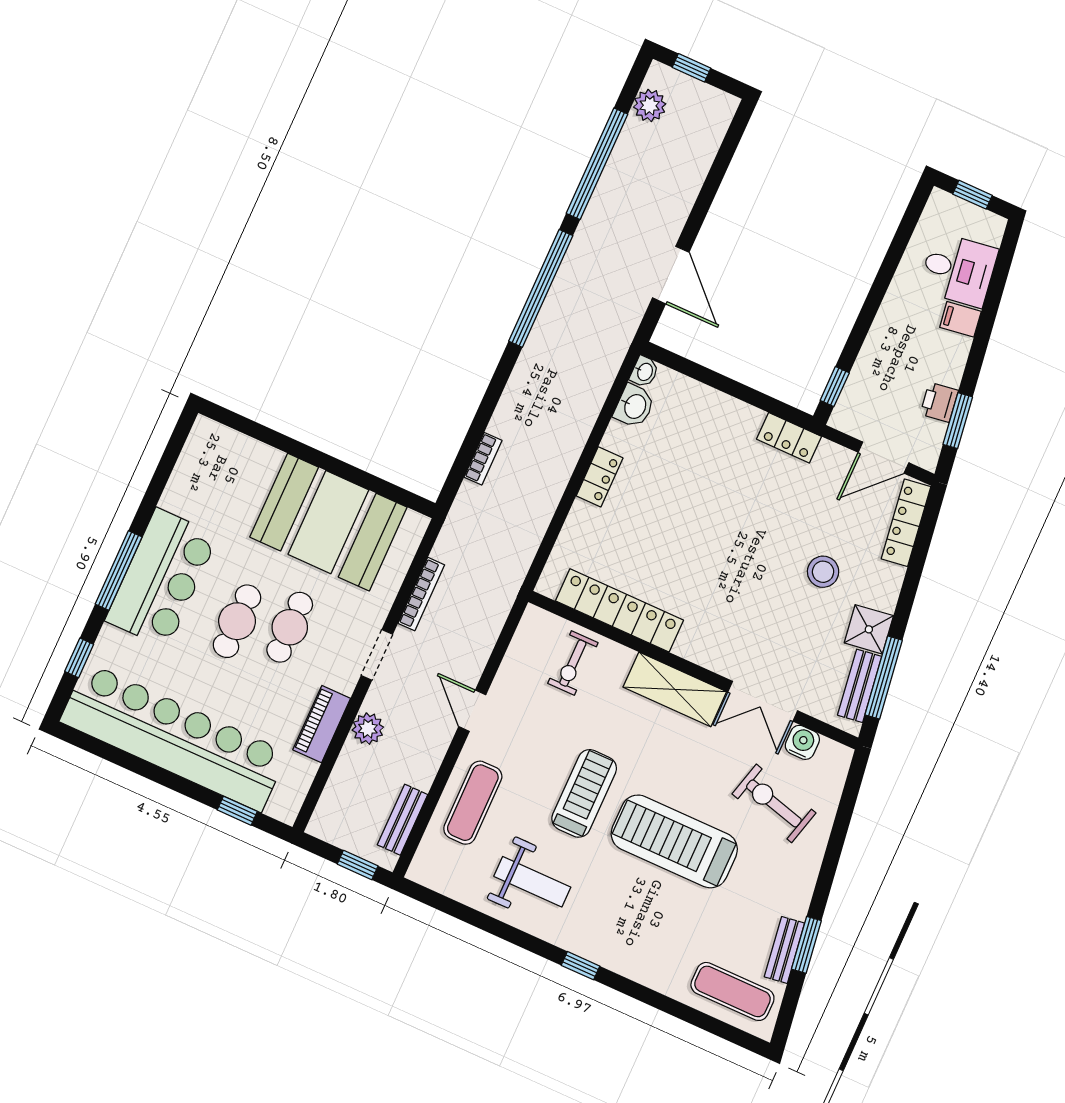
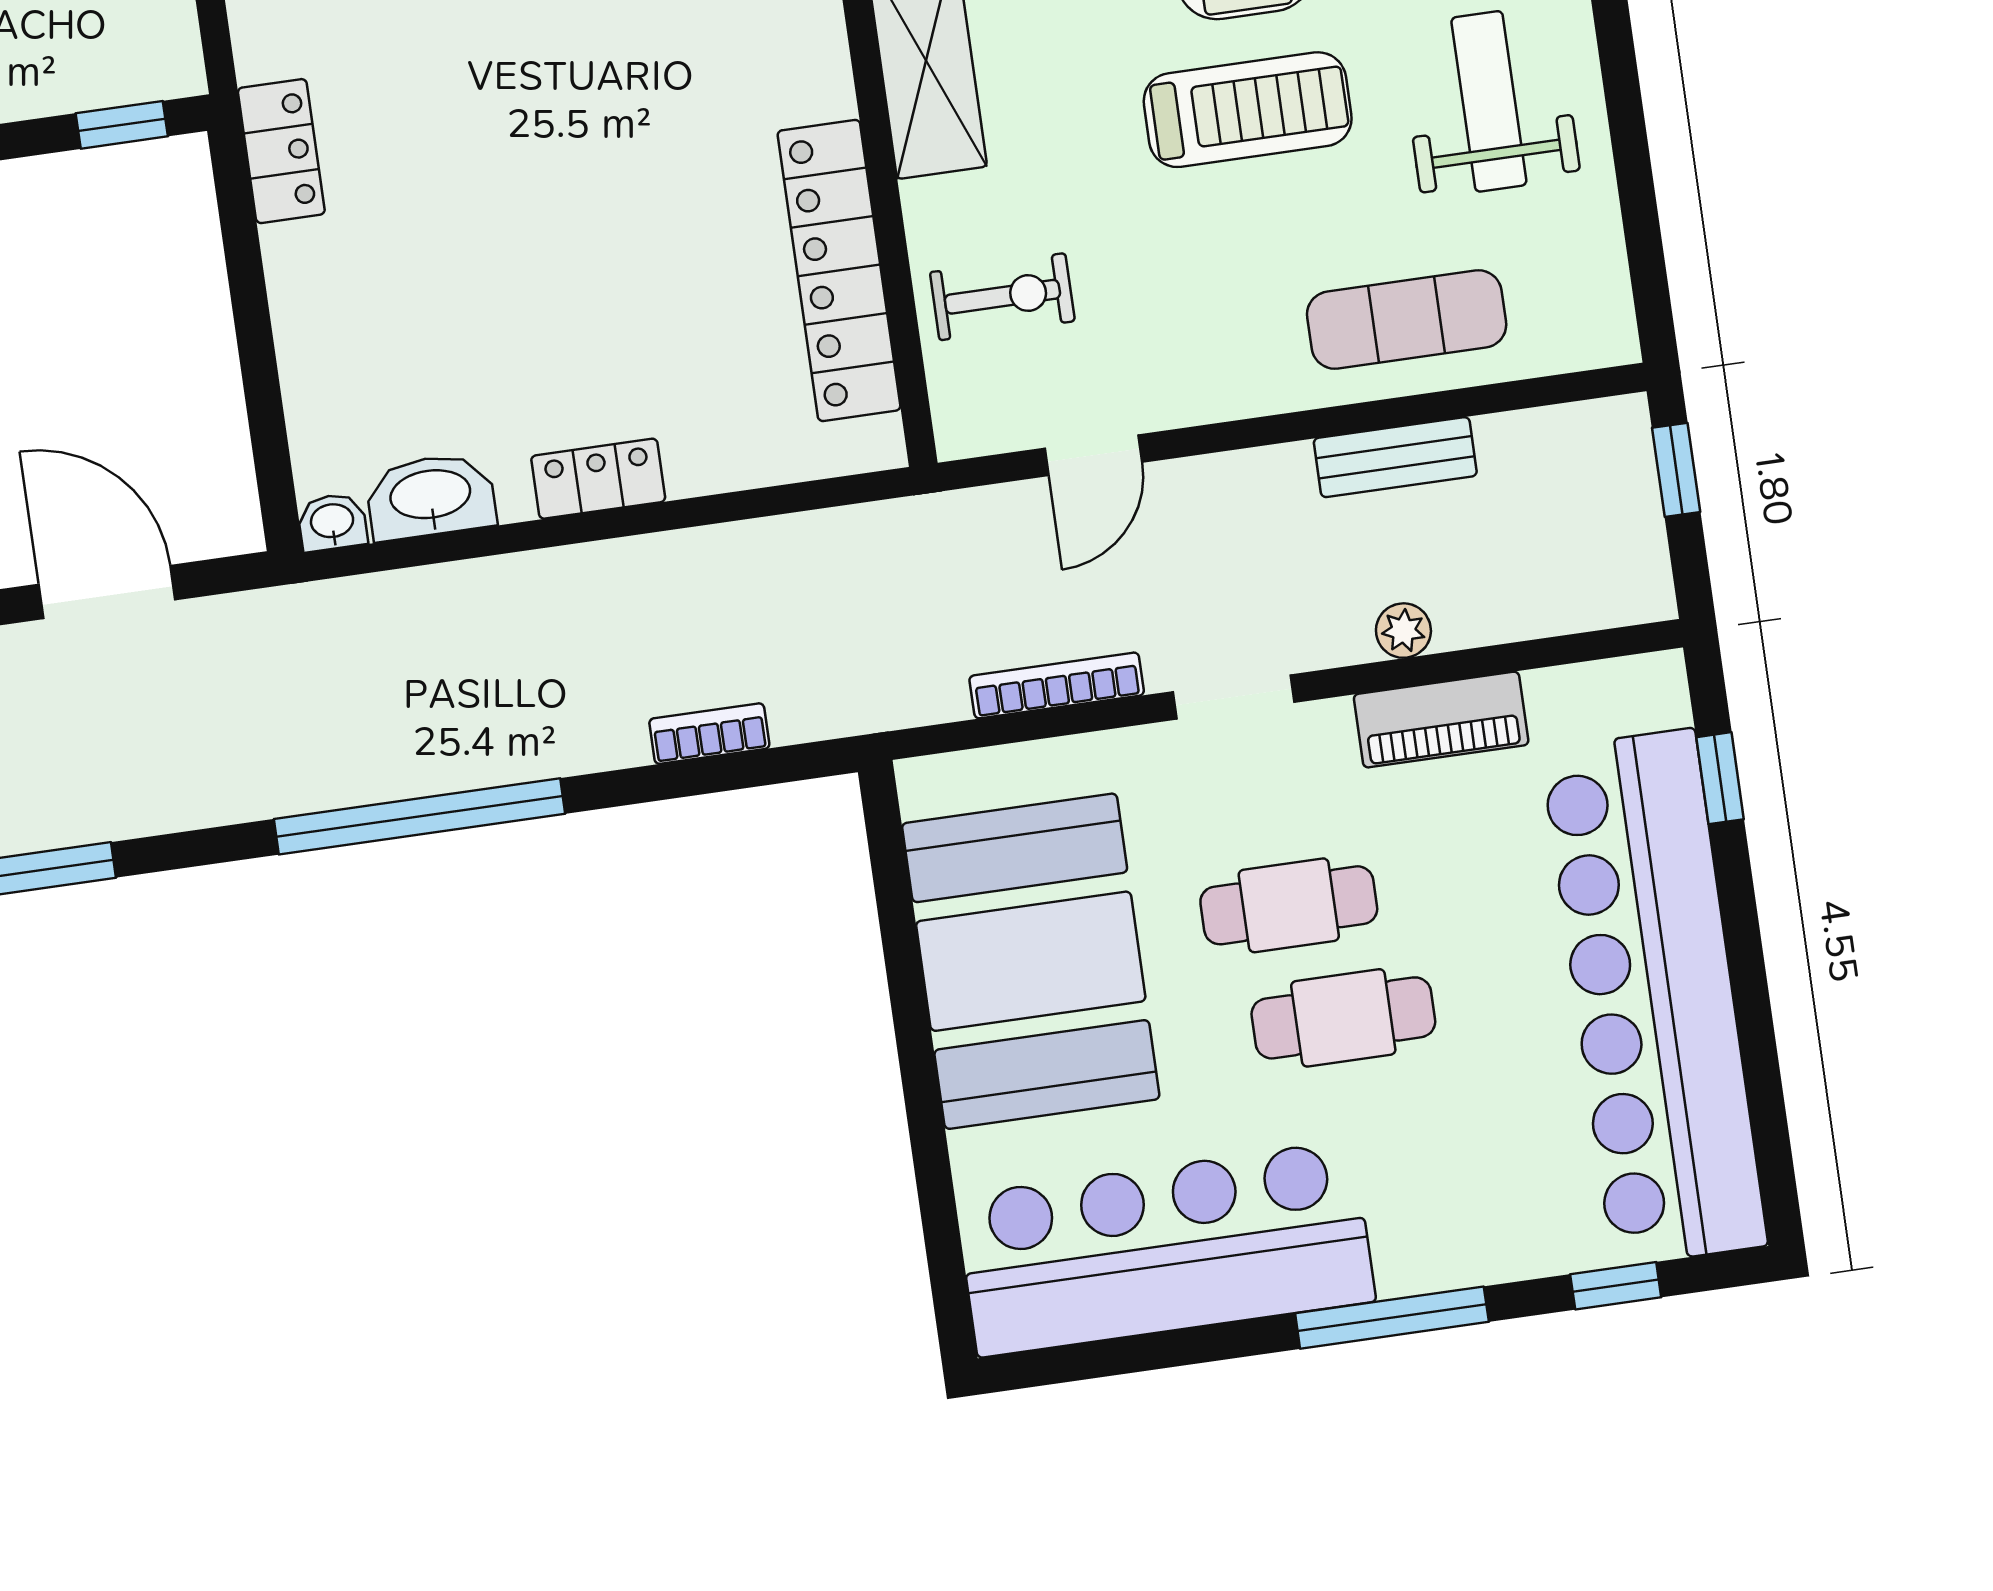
door: (671, 275) -> (107, 592), hinge flipped
window: (541, 288) -> (420, 816), moved
washbasin: (634, 406) -> (431, 496), width x1.38
bar counter: (162, 578) -> (1165, 1249), moved, width x1.36
door: (472, 711) -> (1093, 455), moved
plant: (368, 729) -> (1403, 631), width x0.73, depth x0.73
treadmill: (584, 793) -> (1248, 110), turned 180
bench: (402, 820) -> (1395, 457), moved

